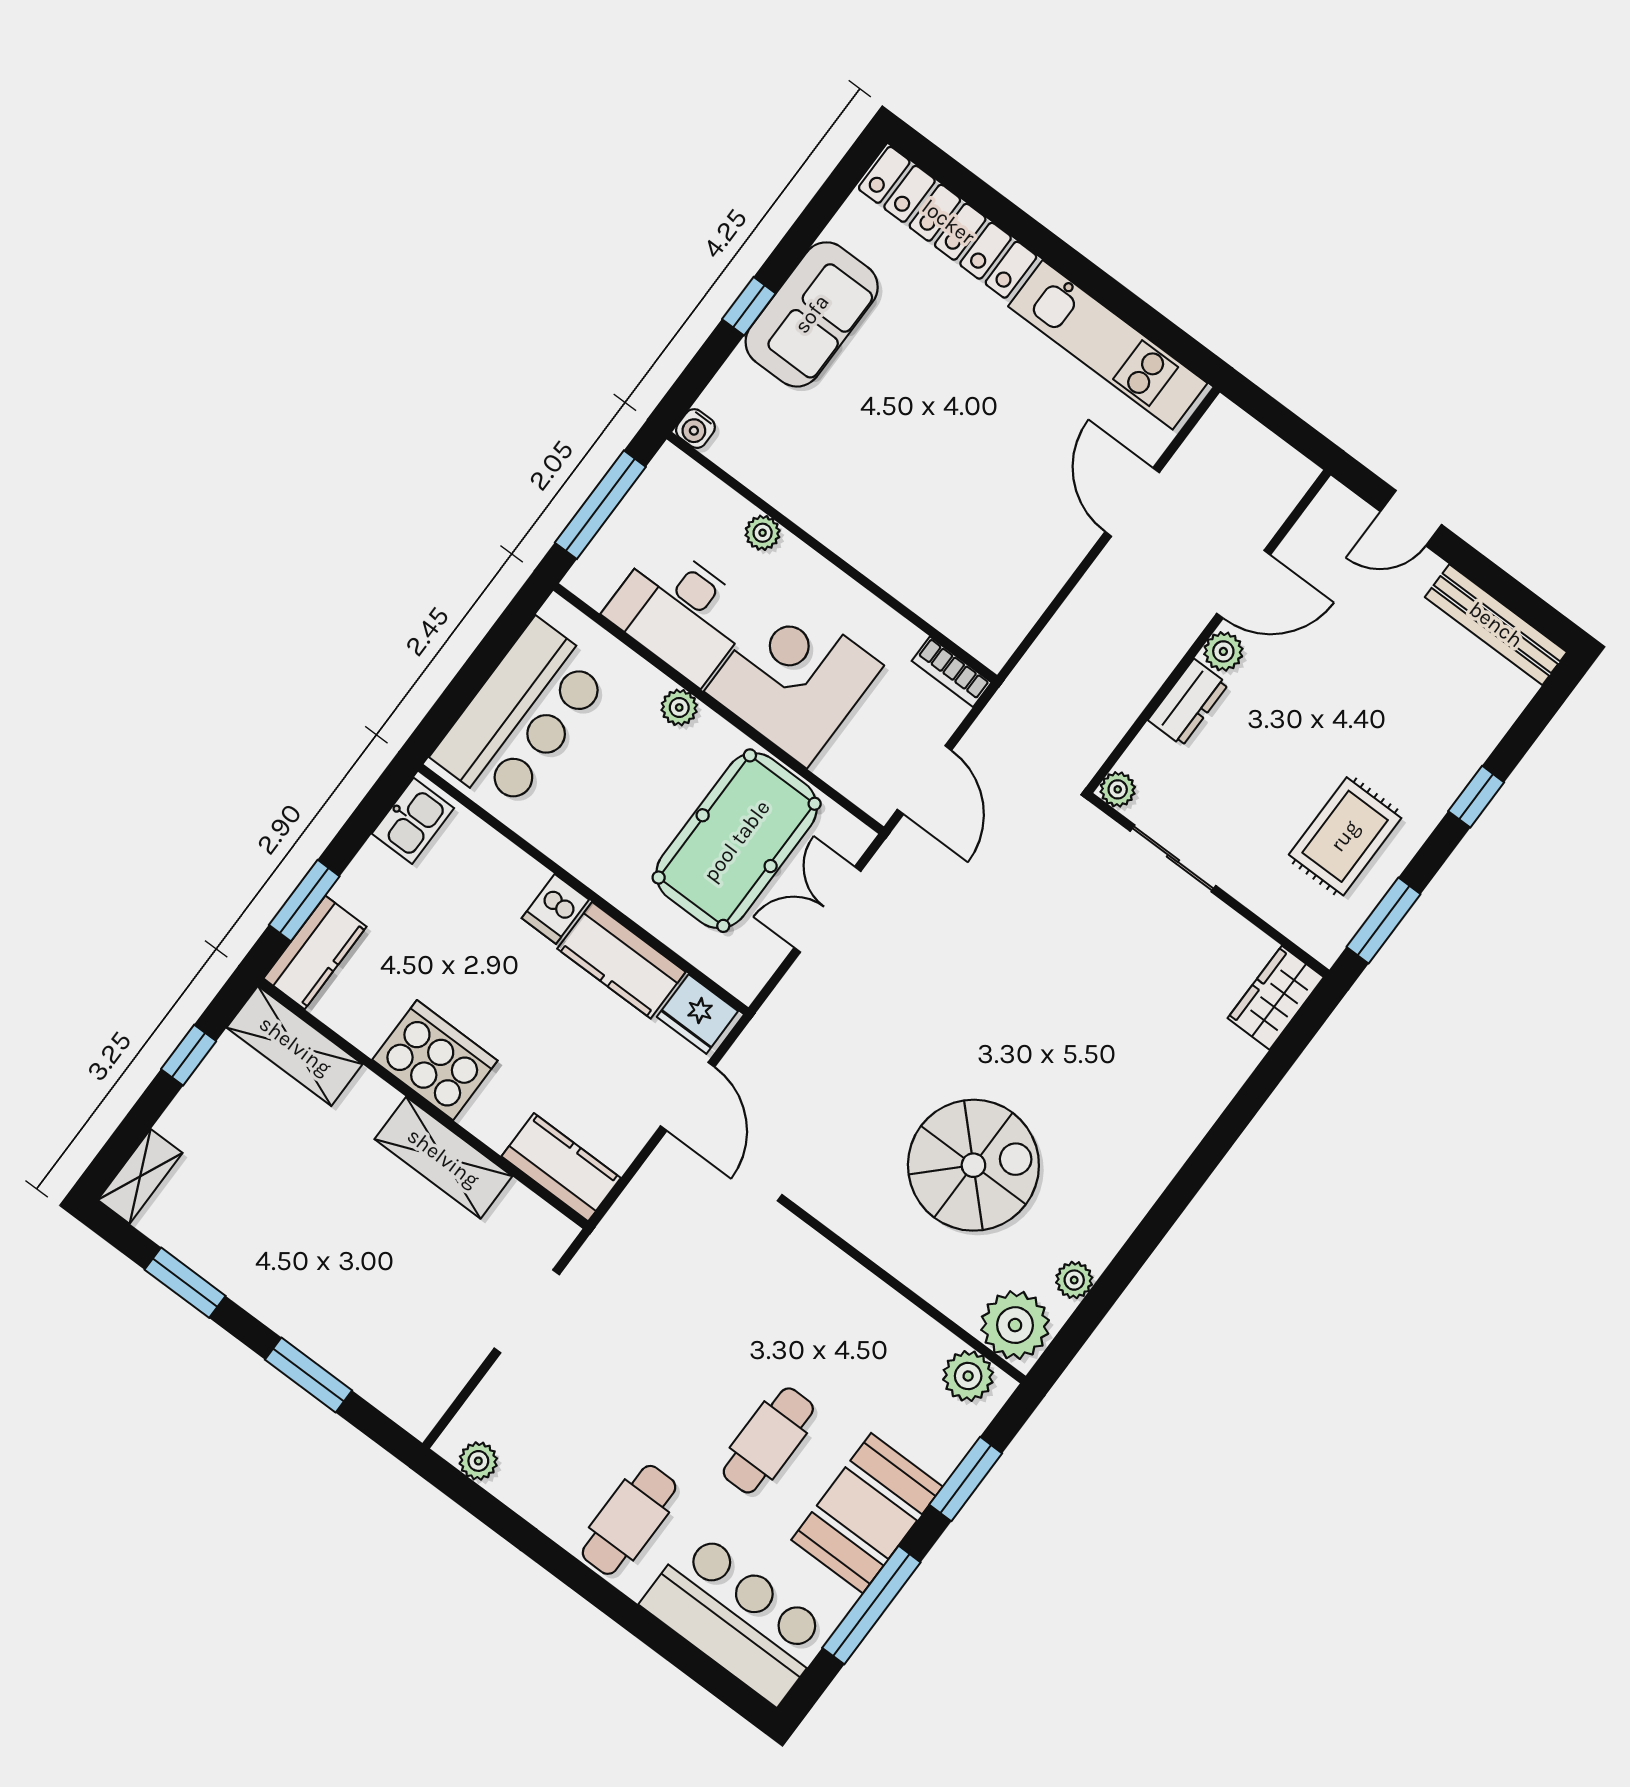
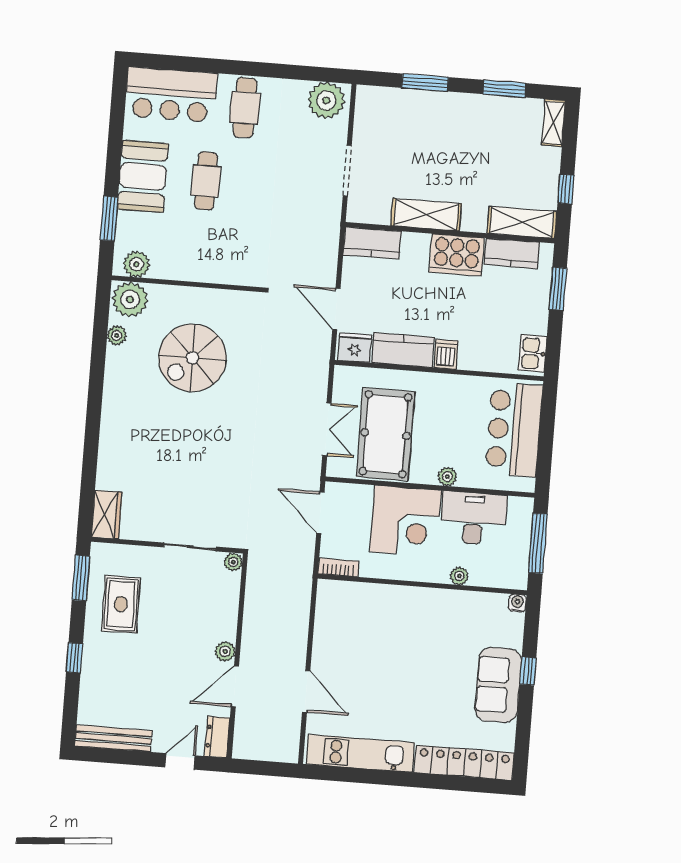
dresser: (1188, 702) -> (217, 737), moved
kitchen counter: (315, 952) -> (512, 253), moved, turned -90
plant: (478, 1461) -> (326, 100), width x1.88, depth x1.88
window: (871, 1605) -> (115, 137), removed

